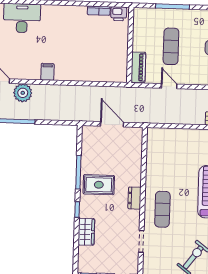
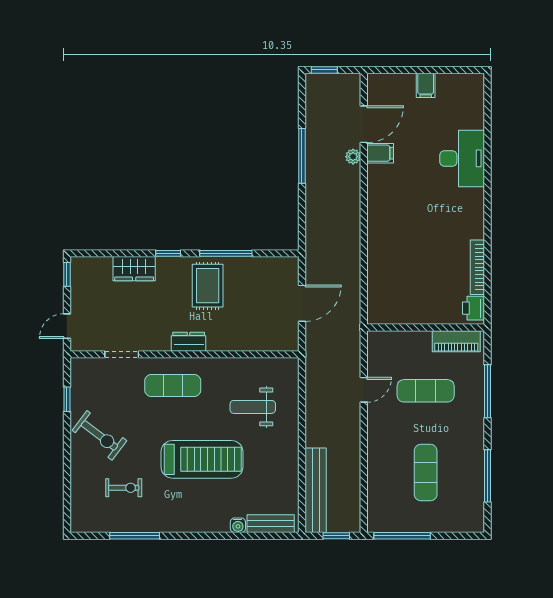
bookcase: (99, 11) -> (477, 267), width x1.56
piano: (138, 67) -> (456, 341), moved
filing cabinet: (47, 72) -> (380, 153), moved
plant: (23, 93) -> (353, 157), width x0.53, depth x0.53
weight bench: (178, 158) -> (253, 407), added

